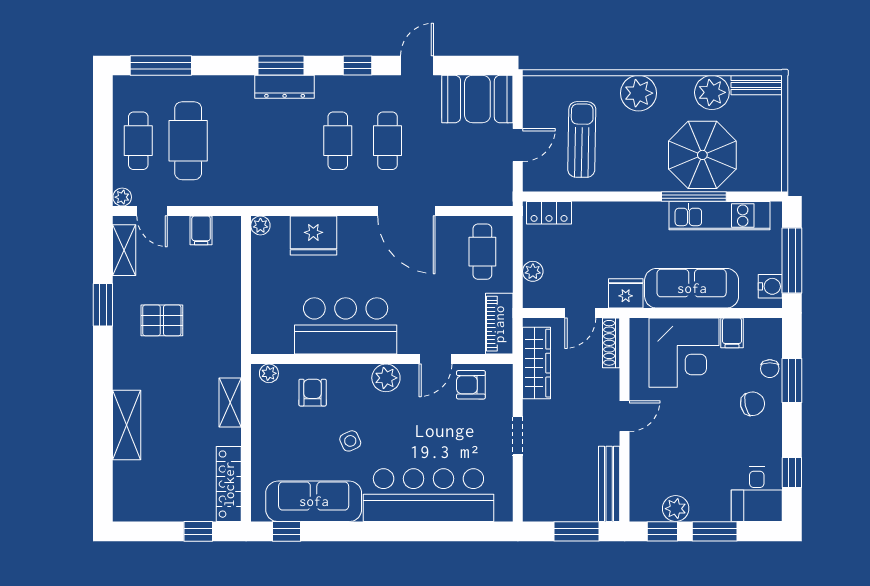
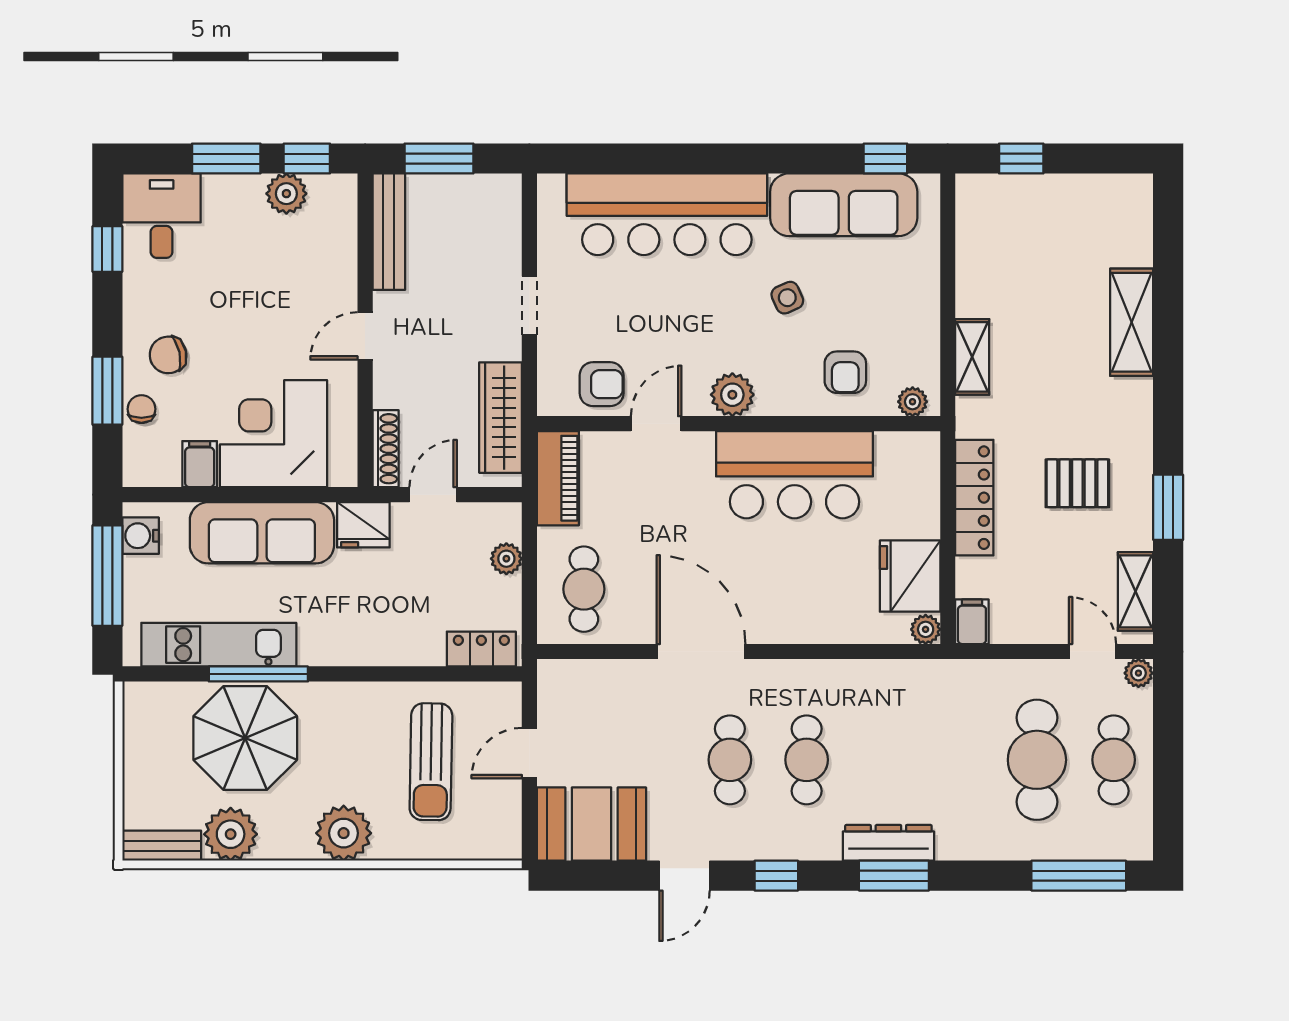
filing cabinet: (201, 230) -> (972, 622), moved
fridge: (313, 236) -> (910, 576), moved, turned -90
locker: (229, 484) -> (974, 498), moved

